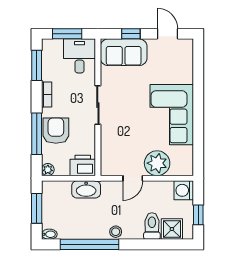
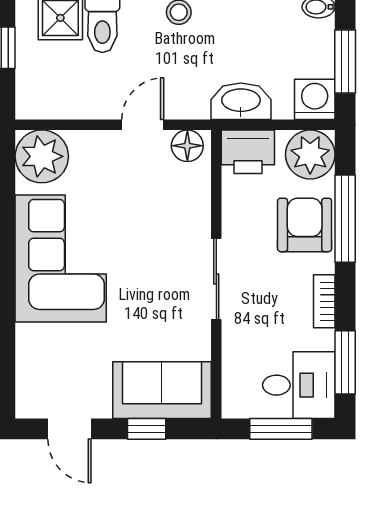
desk: (79, 56) -> (299, 385), moved, turned -90
armchair: (56, 131) -> (305, 225), turned 180
plant: (157, 163) -> (42, 156), moved
floor lamp: (112, 168) -> (187, 146), added
plant: (48, 170) -> (310, 155), width x1.87, depth x1.87
washing machine: (184, 190) -> (315, 99), moved, turned -90

